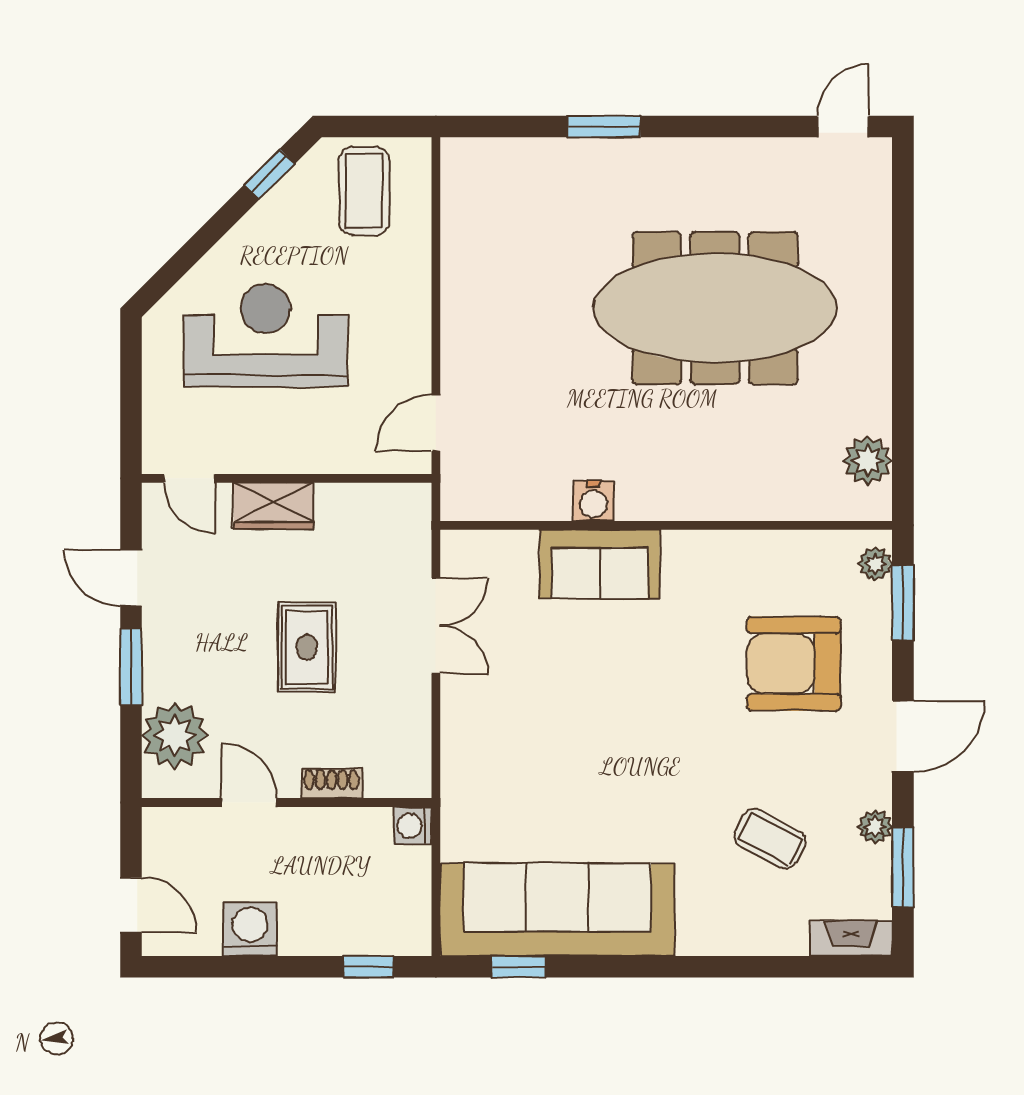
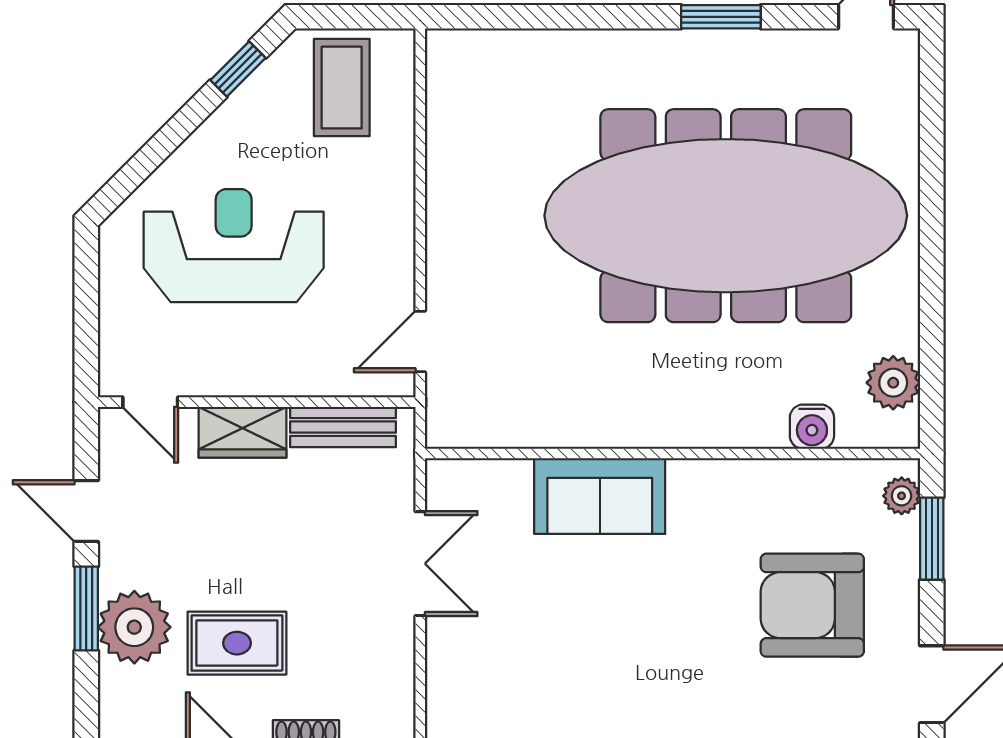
window: (604, 126) -> (721, 17), moved
meeting table: (715, 308) -> (726, 216), width x1.36, depth x1.27
bench: (365, 501) -> (343, 427), added
water cooler: (593, 501) -> (812, 427), moved
rug: (307, 647) -> (237, 643), moved, turned 90
plant: (175, 735) -> (134, 627), moved

